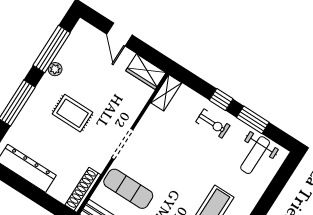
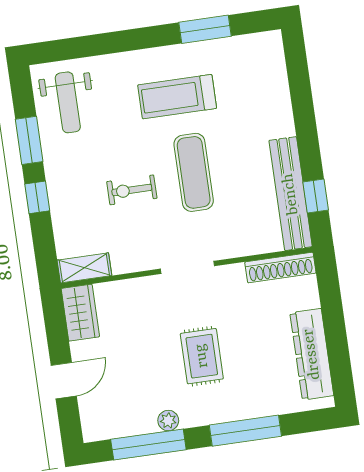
exercise bike: (213, 124) -> (132, 190), moved, turned -90
weight bench: (255, 155) -> (68, 102), turned 90
exercise mat: (128, 189) -> (194, 172), moved

